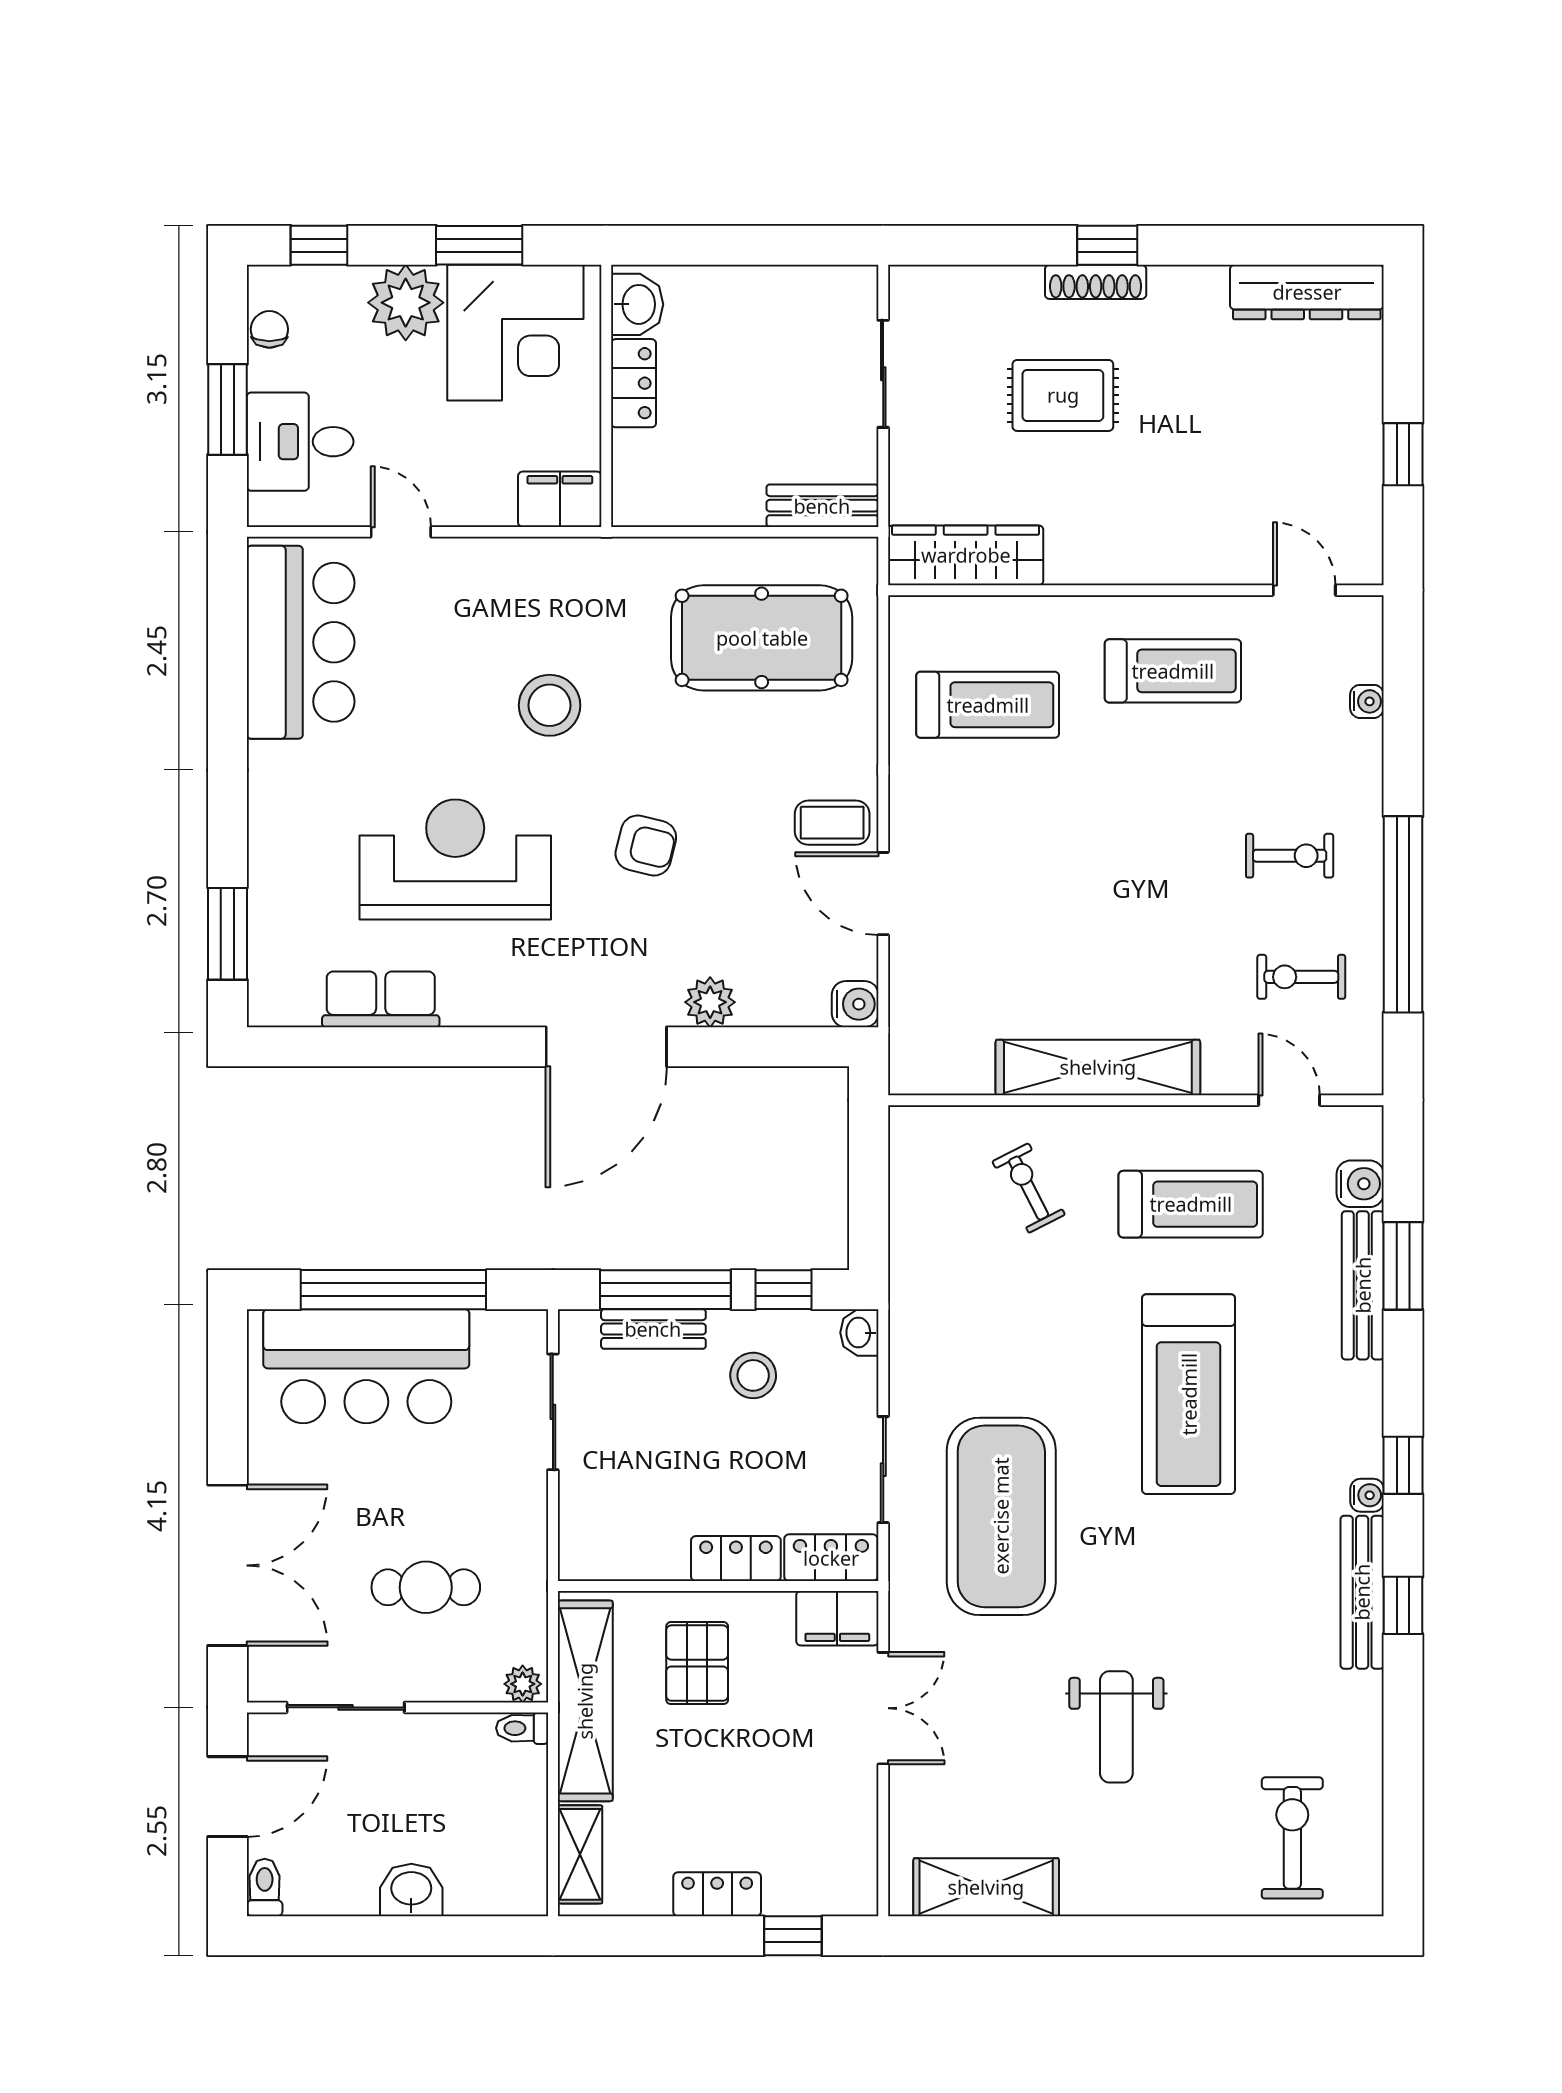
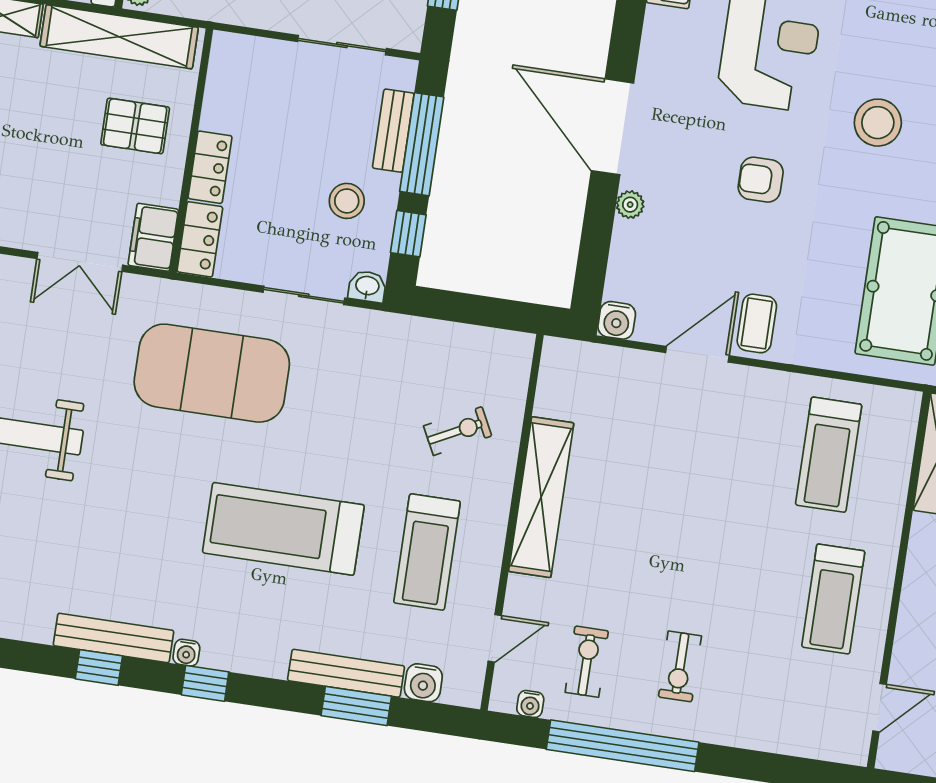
water cooler: (1367, 701) -> (530, 704), moved
armchair: (646, 846) -> (761, 180), turned 76
plant: (710, 1002) -> (630, 205), width x0.73, depth x0.73
sliding door: (883, 1470) -> (304, 295), moved

